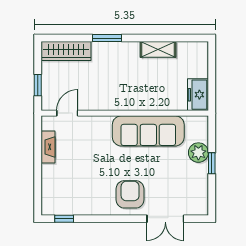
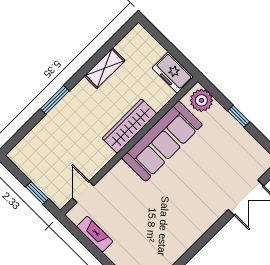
wardrobe: (66, 51) -> (129, 126), moved, turned 180
plant: (198, 153) -> (201, 100), moved
armchair: (130, 194) -> (198, 206), removed

